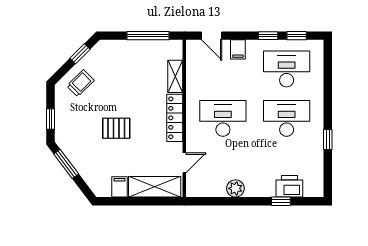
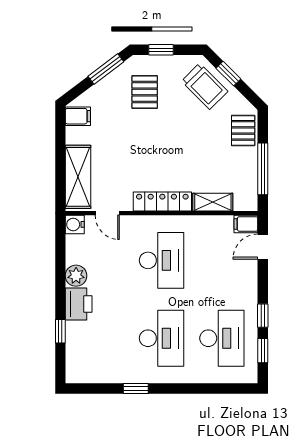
filing cabinet: (238, 49) -> (246, 224), moved
pallet: (117, 52) -> (243, 130), added
window: (80, 54) -> (228, 74), moved
trolley: (80, 83) -> (205, 86), width x1.36, depth x1.39
pallet: (116, 128) -> (145, 92), moved
printer: (289, 186) -> (79, 304), moved
filing cabinet: (120, 187) -> (78, 116), moved
water cooler: (194, 190) -> (75, 224), added

